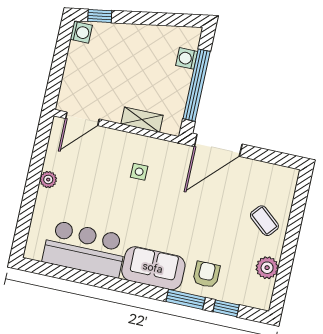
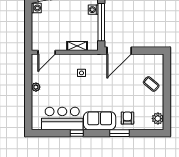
plant: (267, 268) -> (158, 119), moved
window: (226, 308) -> (77, 133), moved

